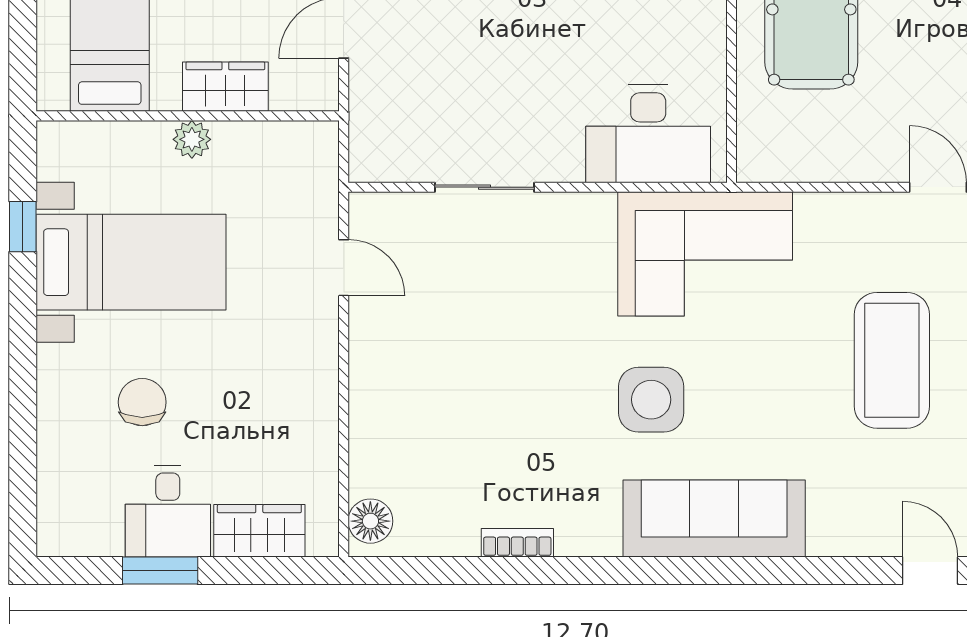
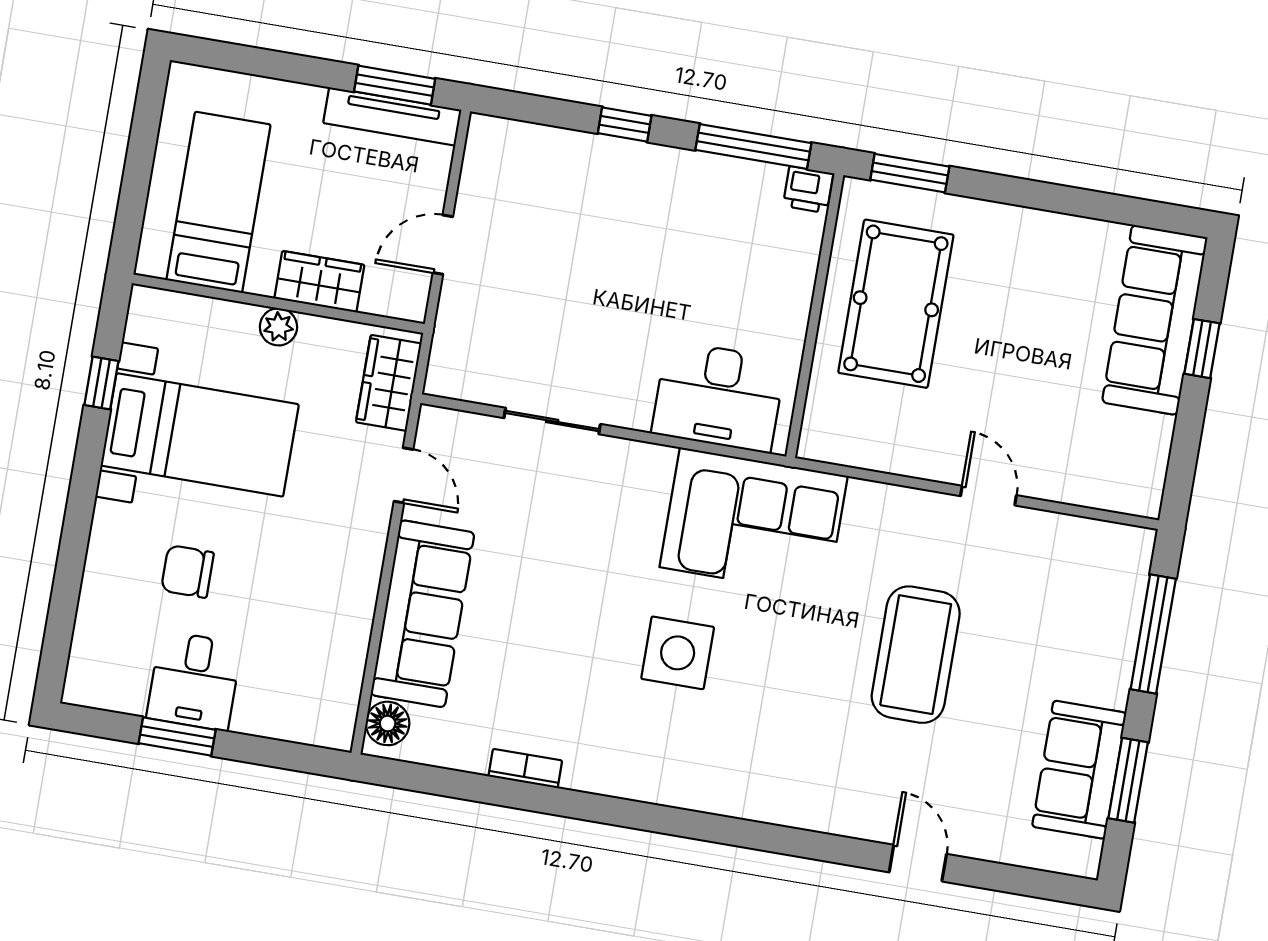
chair: (142, 402) -> (187, 571), turned -90
sofa: (714, 518) -> (423, 614), moved, turned 90
wardrobe: (259, 531) -> (389, 383), moved, turned -90

